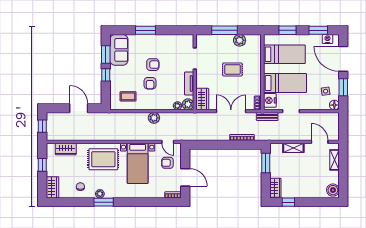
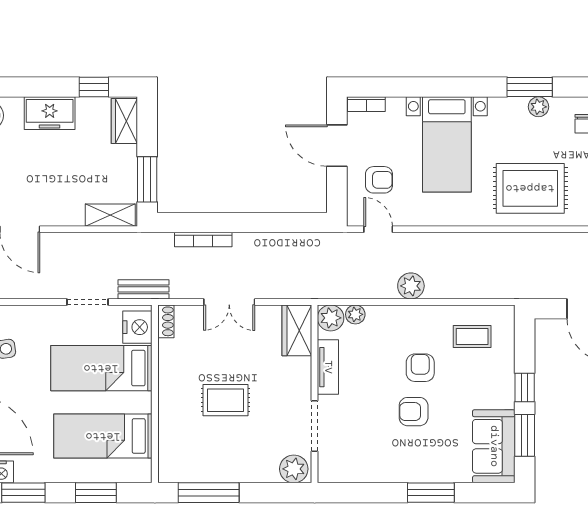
window: (224, 30) -> (209, 493), moved
plant: (240, 40) -> (294, 469), moved
double door: (231, 111) -> (229, 302), width x0.73
shelving: (293, 148) -> (110, 215), moved
bed with nightstands: (138, 163) -> (447, 144), moved, turned 180
freezer: (307, 191) -> (50, 113), added

